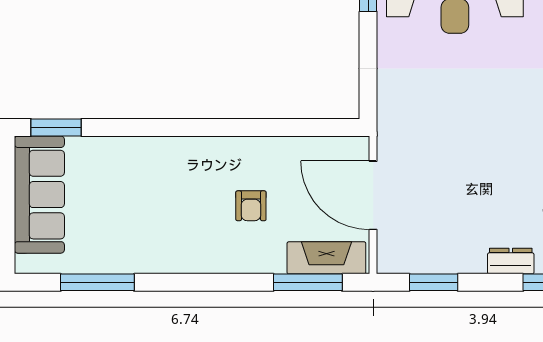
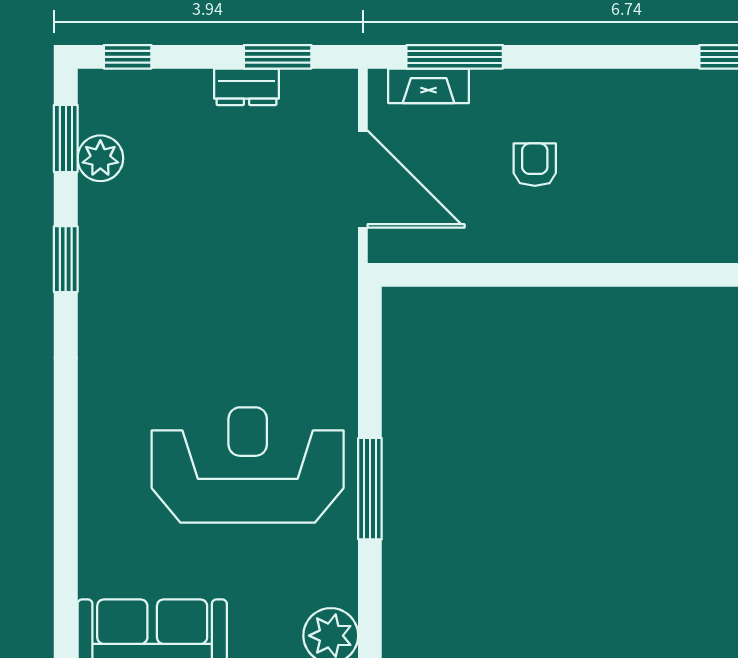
fireplace: (326, 258) -> (429, 86), width x0.73, depth x0.76
dresser: (511, 261) -> (247, 87), moved

